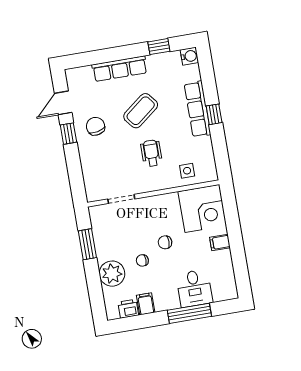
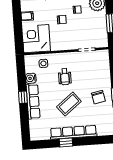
window: (159, 47) -> (66, 142), moved
water cooler: (189, 56) -> (31, 78), moved
row of seats: (120, 69) -> (73, 132), width x1.36

